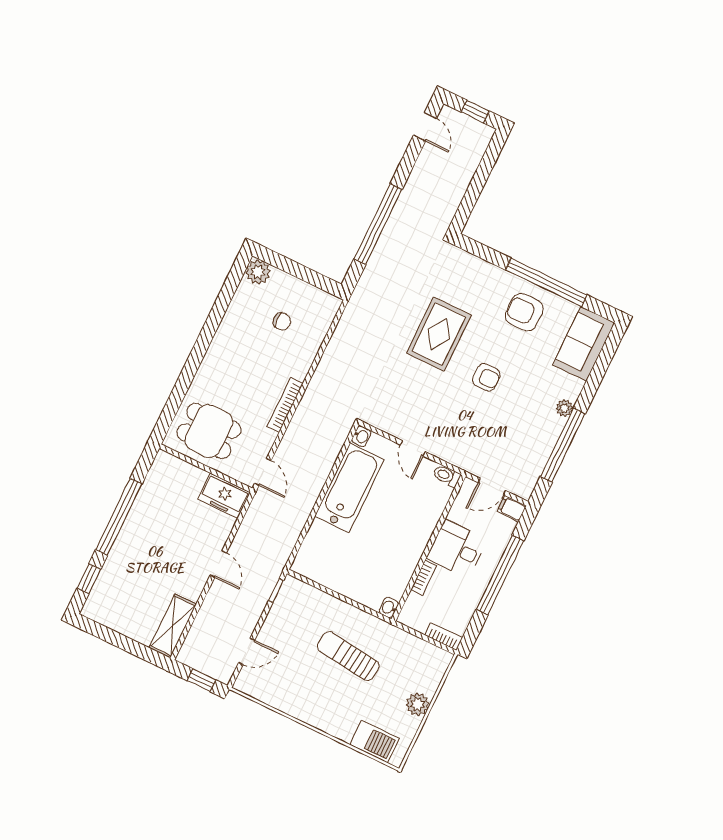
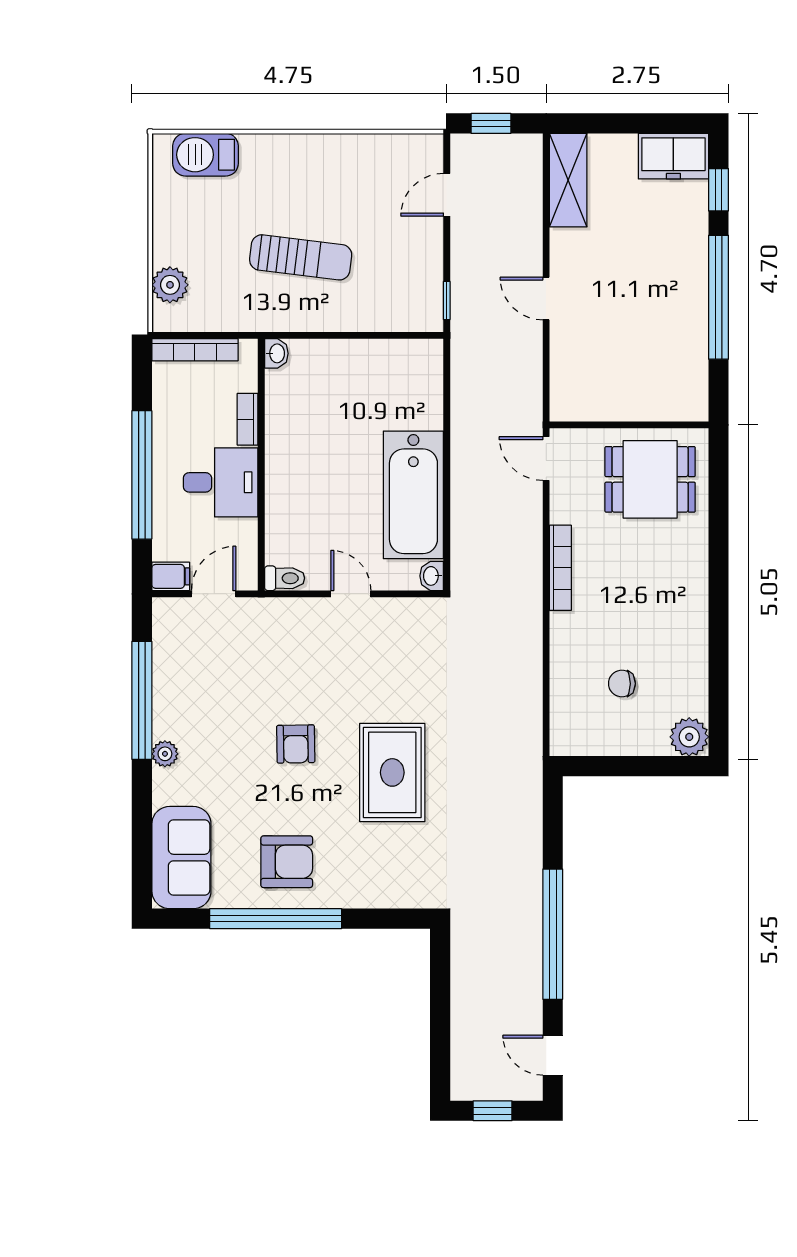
window: (378, 224) -> (553, 934), moved
armchair: (486, 377) -> (296, 744), turned -91
freezer: (224, 496) -> (673, 156), moved, turned 180
bookcase: (444, 637) -> (195, 350), width x1.56
plant: (418, 704) -> (170, 285), moved

